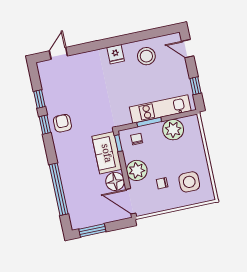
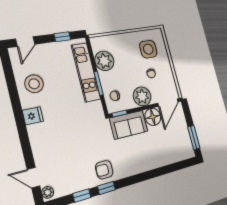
plant: (44, 66) -> (48, 192), added
window: (59, 189) -> (163, 171), removed

